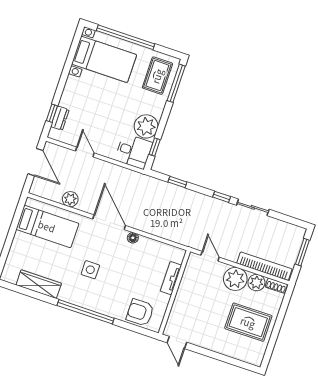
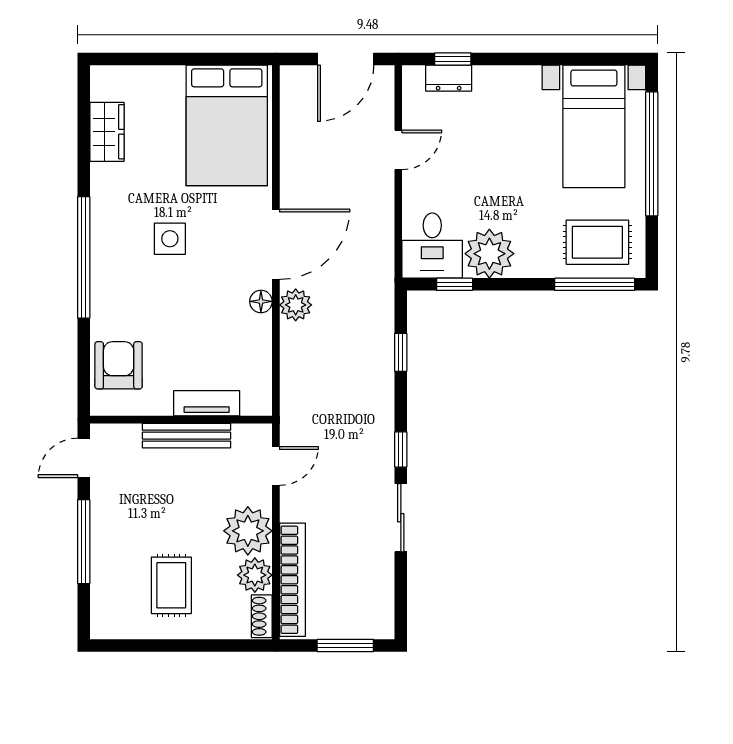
plant: (70, 199) -> (296, 305), moved
bed: (47, 226) -> (227, 125), width x1.50
wardrobe: (39, 284) -> (107, 132), width x0.67
bench: (182, 292) -> (186, 436), added
rug: (248, 322) -> (171, 585), width x0.73, depth x0.70
window: (215, 355) -> (84, 542), added

